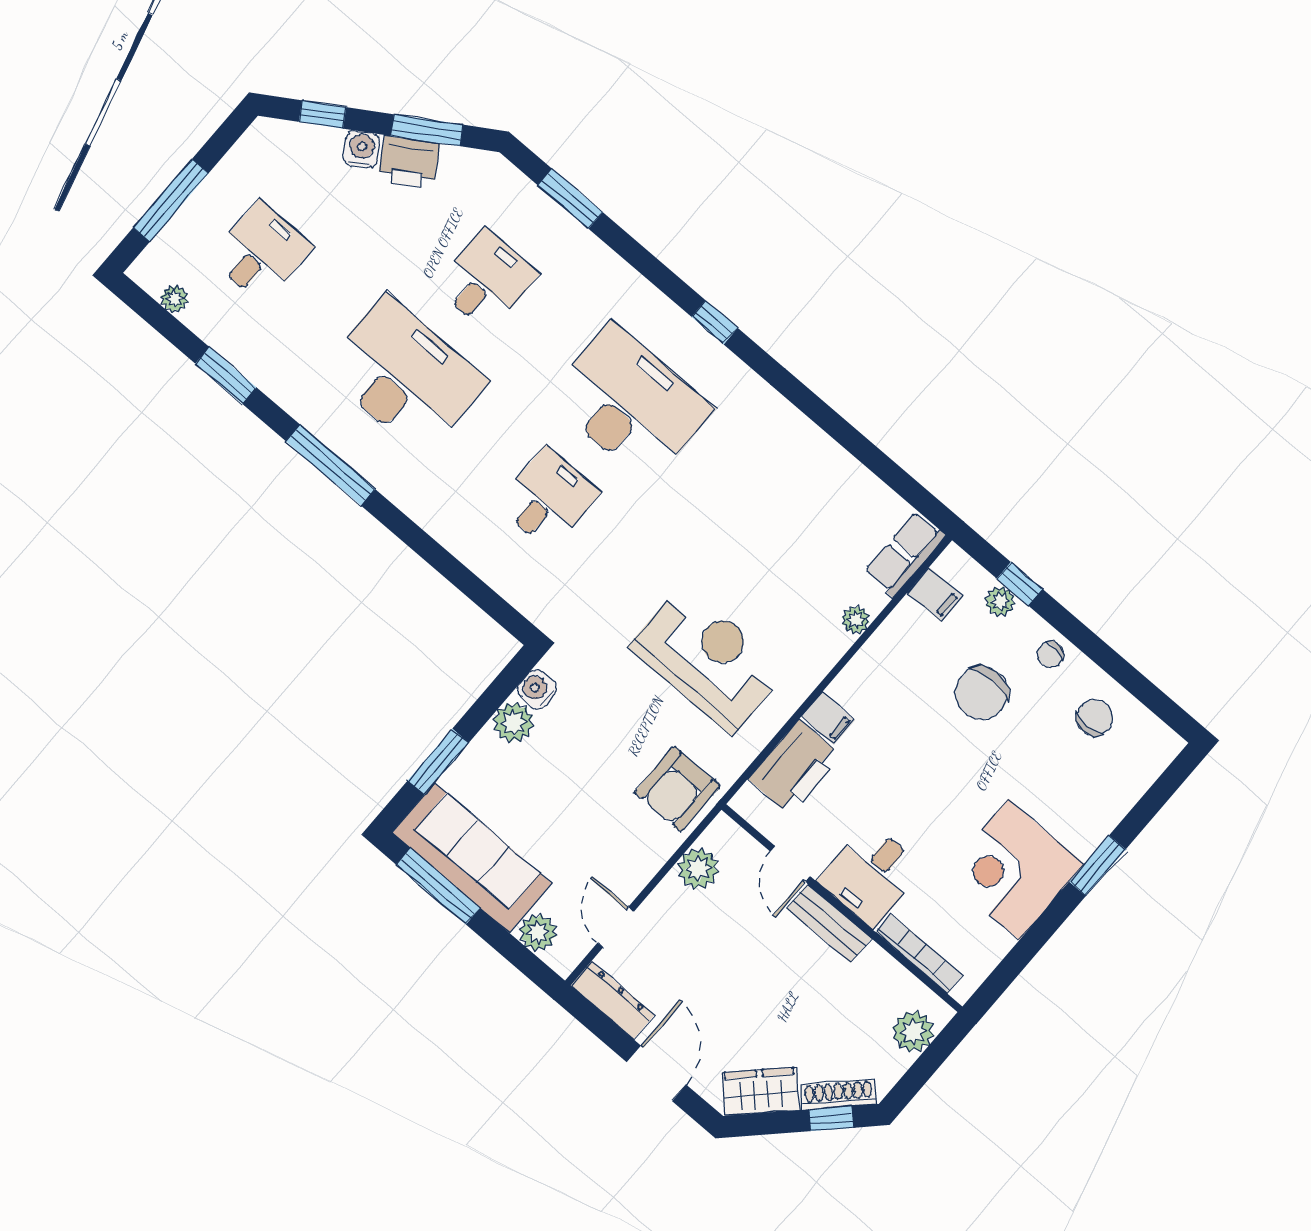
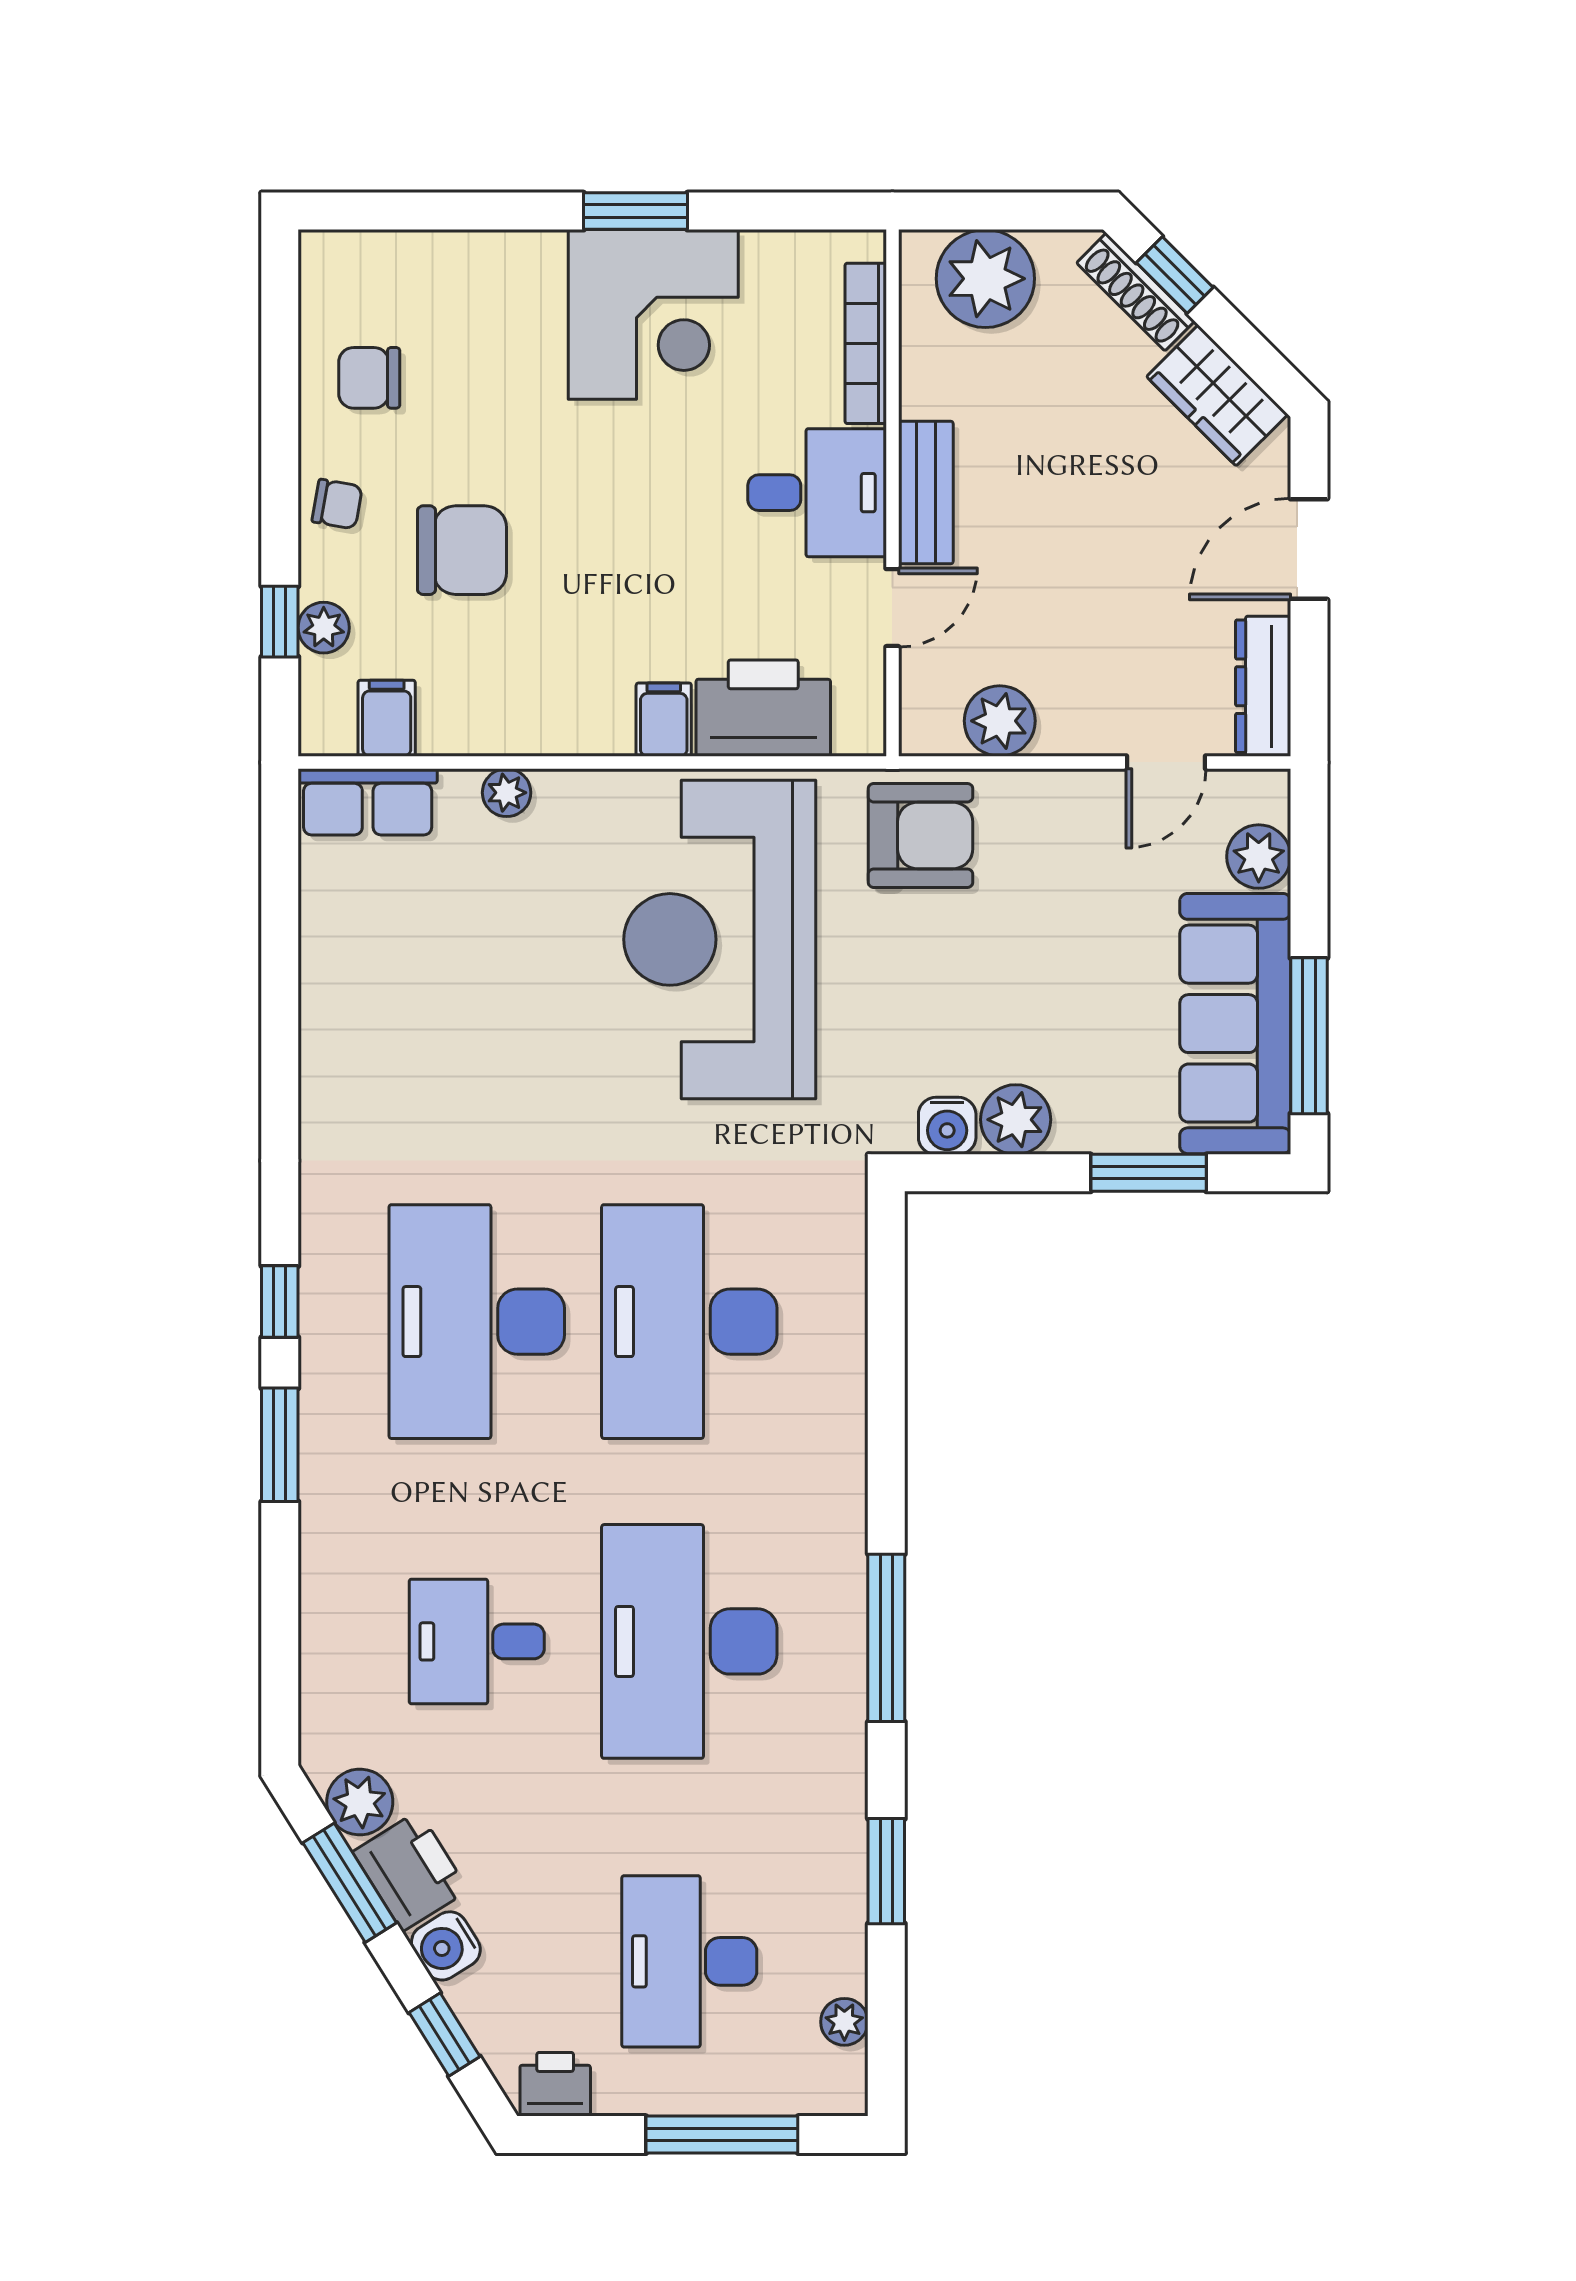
printer: (258, 145) -> (555, 2084), added
plant: (459, 166) -> (360, 1802), added
window: (570, 199) -> (280, 1445), moved
desk: (261, 252) -> (689, 1961), width x1.37
desk: (548, 498) -> (689, 1322), width x1.87, depth x1.30
reception desk: (708, 659) -> (720, 939), width x1.36, depth x1.30
window: (1098, 866) -> (635, 211), moved
plant: (913, 1031) -> (985, 279), width x1.36, depth x1.36

